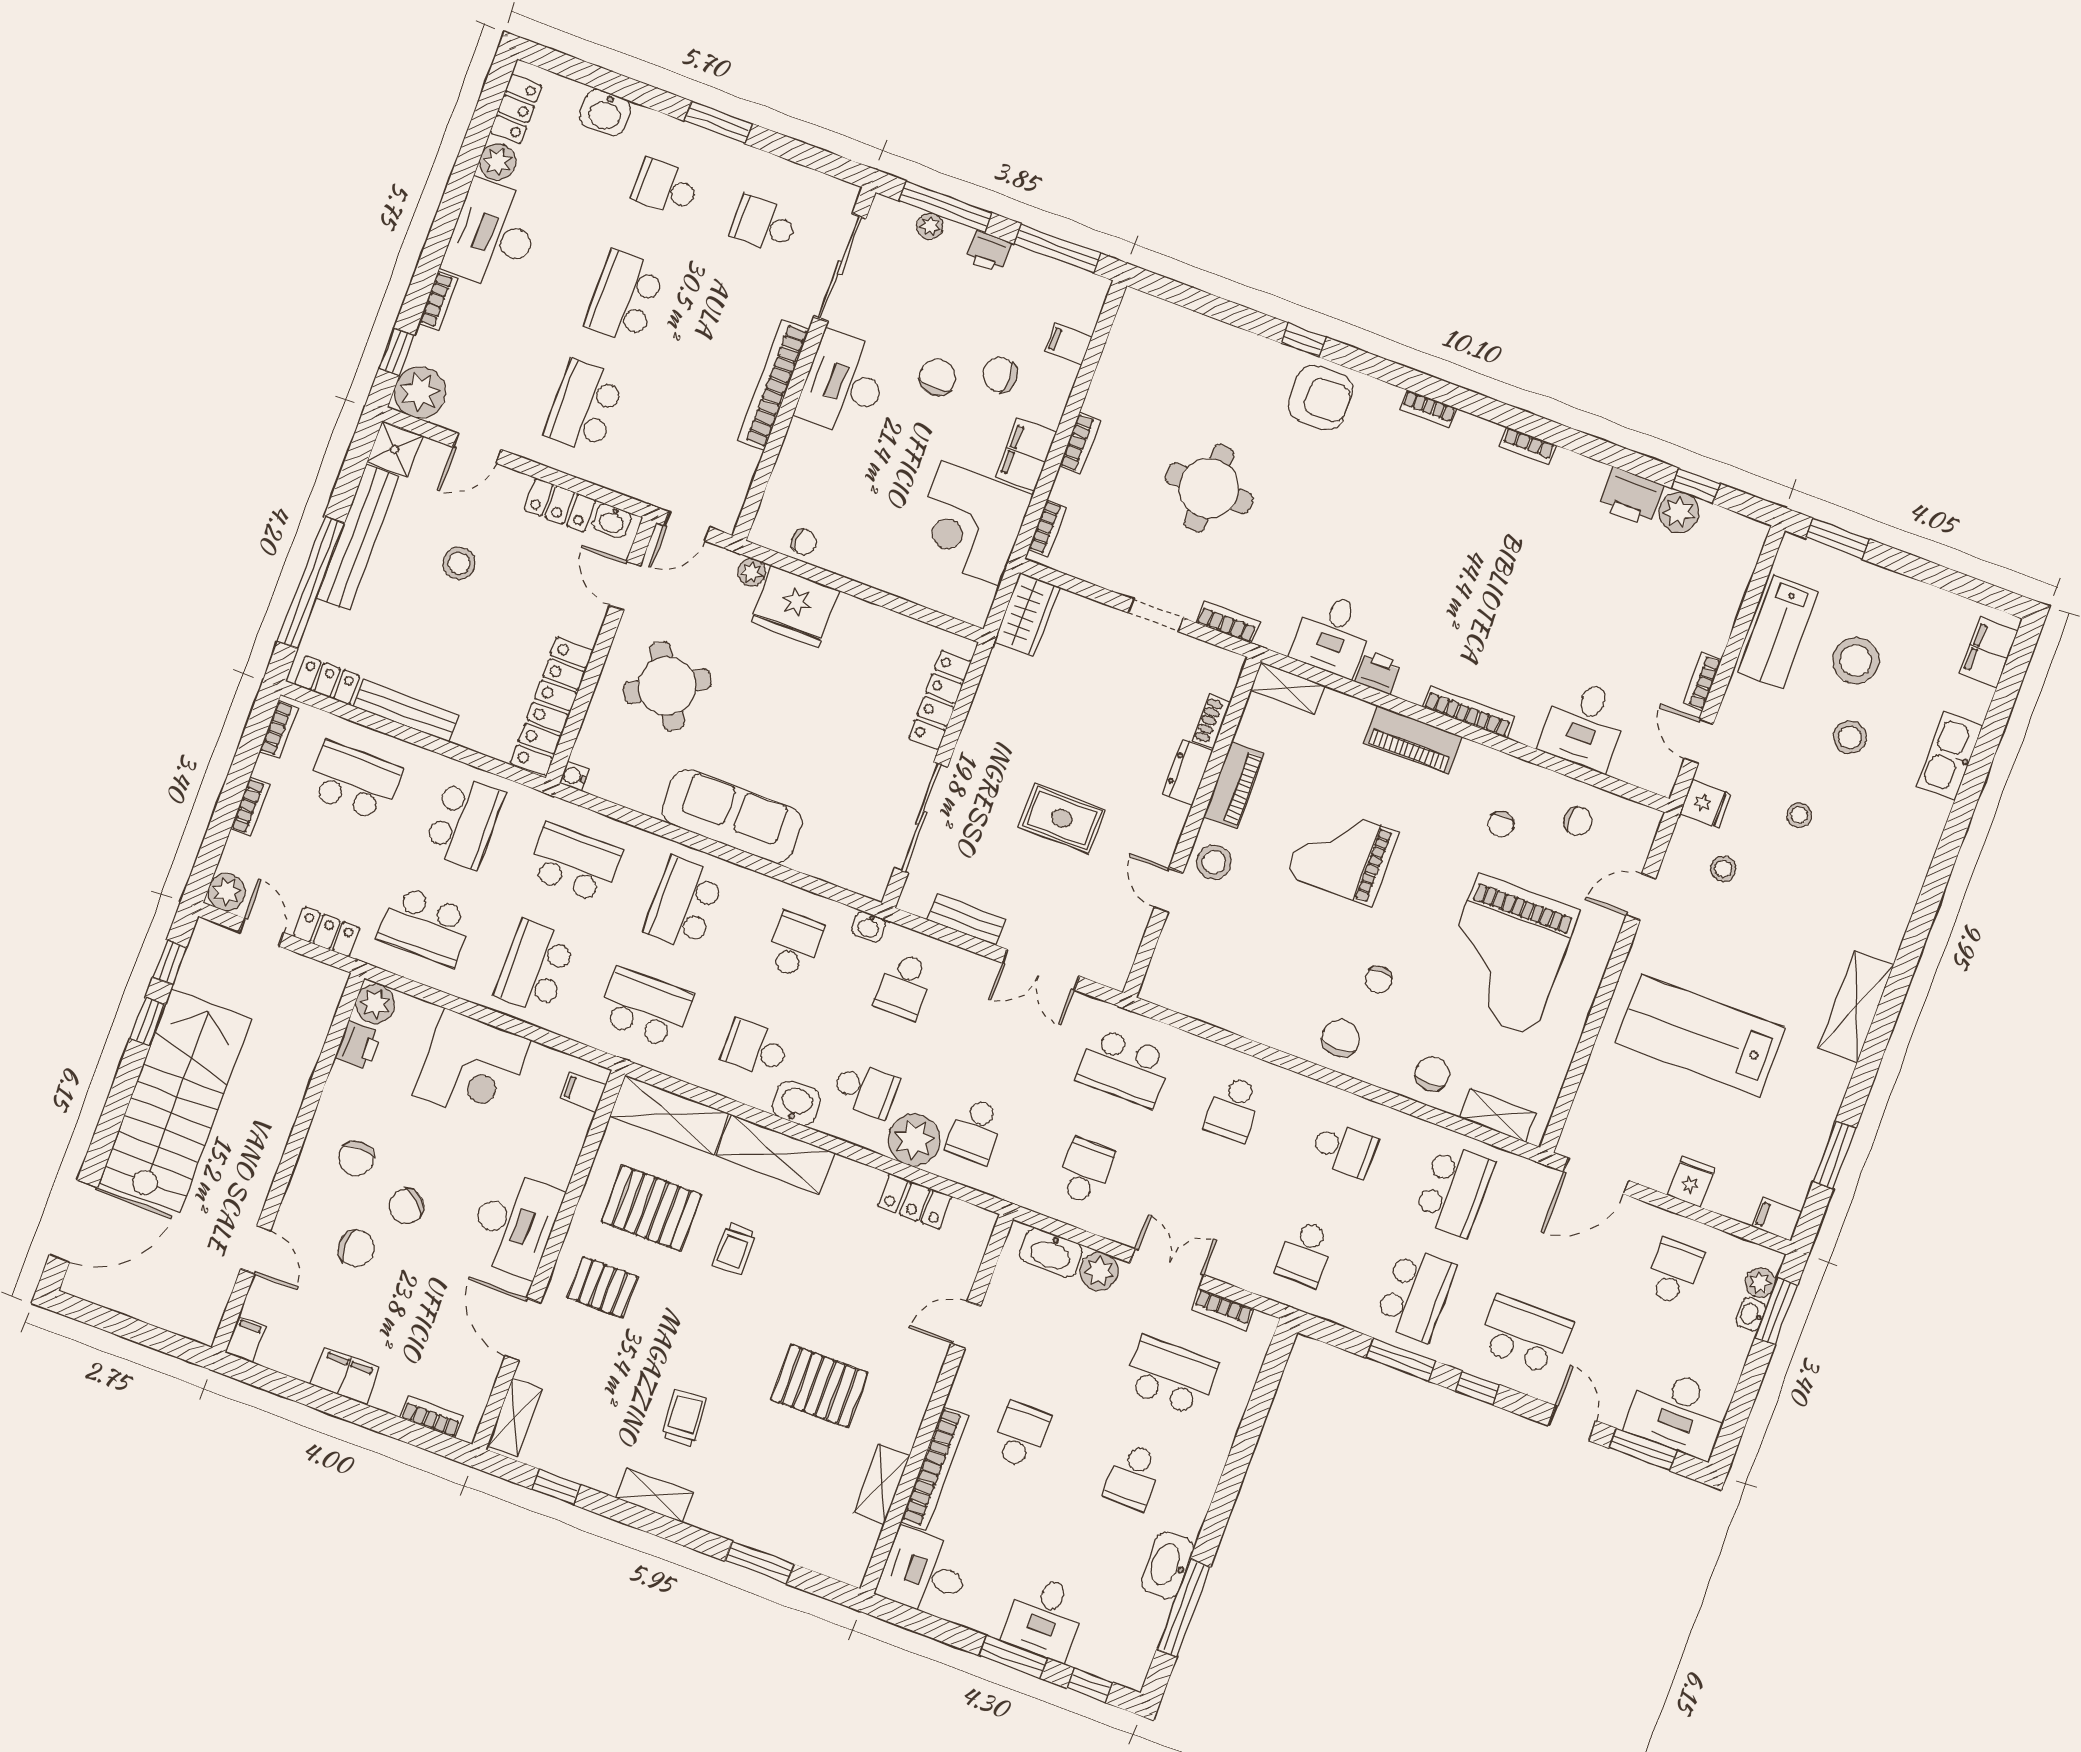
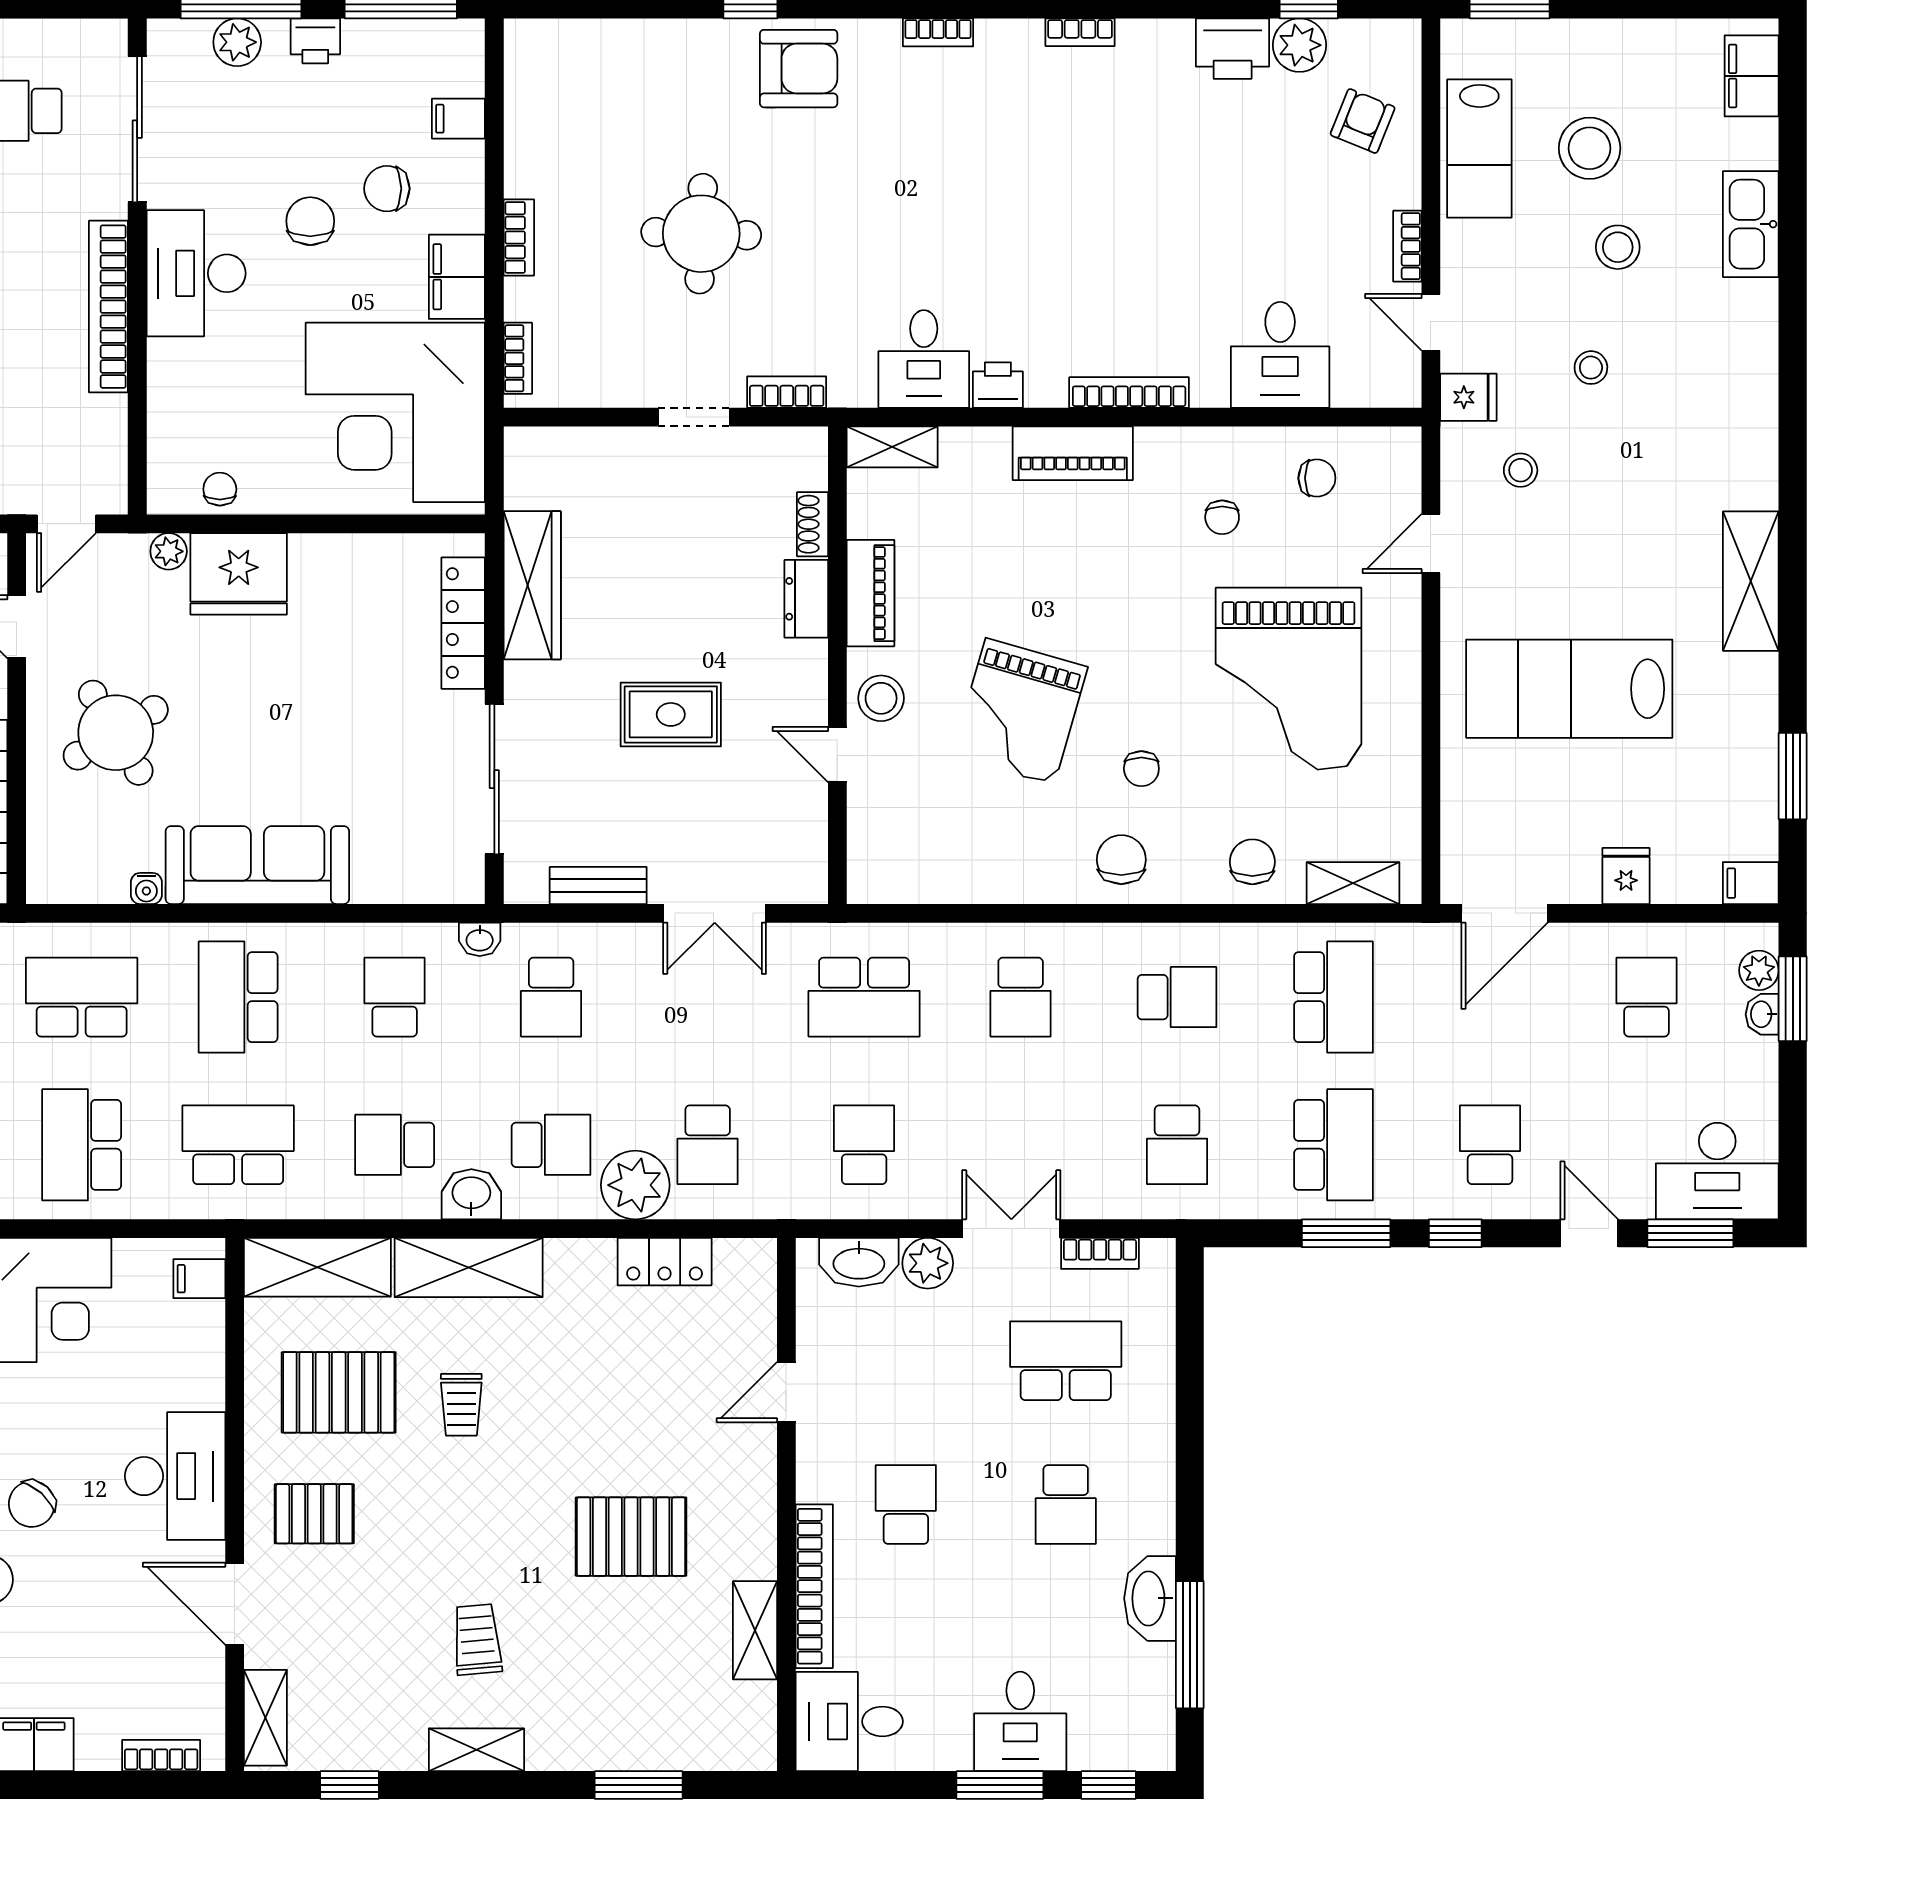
plant: (930, 226) -> (237, 42), width x1.38, depth x1.38
corner desk: (970, 523) -> (395, 412), width x1.36, depth x1.36
chair: (804, 542) -> (220, 489), turned -90
armchair: (1703, 582) -> (1363, 121), added
wardrobe: (1027, 614) -> (532, 585), moved, width x1.50
water cooler: (574, 776) -> (146, 888), moved, turned -90
grand piano: (1342, 854) -> (1020, 712), moved, turned -74
school desk: (1525, 1335) -> (1490, 1145), width x0.54

